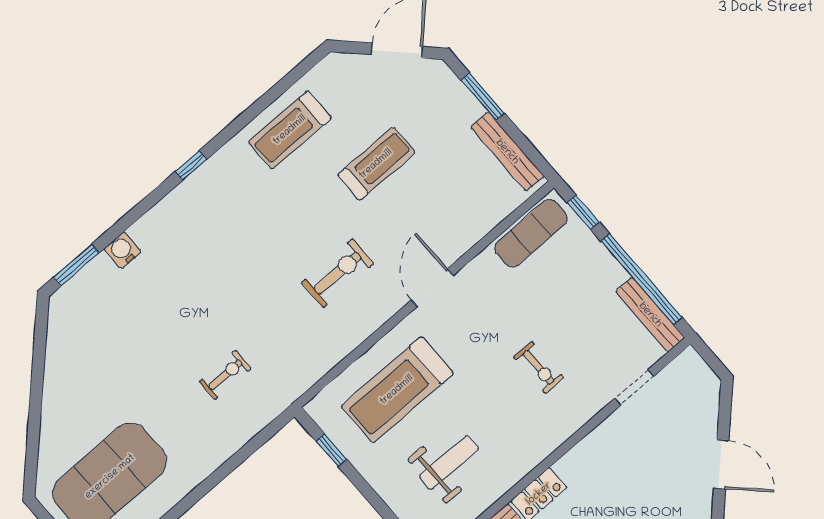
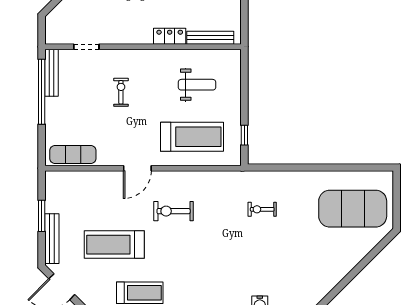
window: (483, 97) -> (42, 216), moved
bench: (507, 152) -> (52, 239), moved
treadmill: (376, 164) -> (114, 245), width x1.37, depth x1.38
window: (583, 212) -> (42, 144), removed
weight bench: (449, 462) -> (197, 85), turned 180

